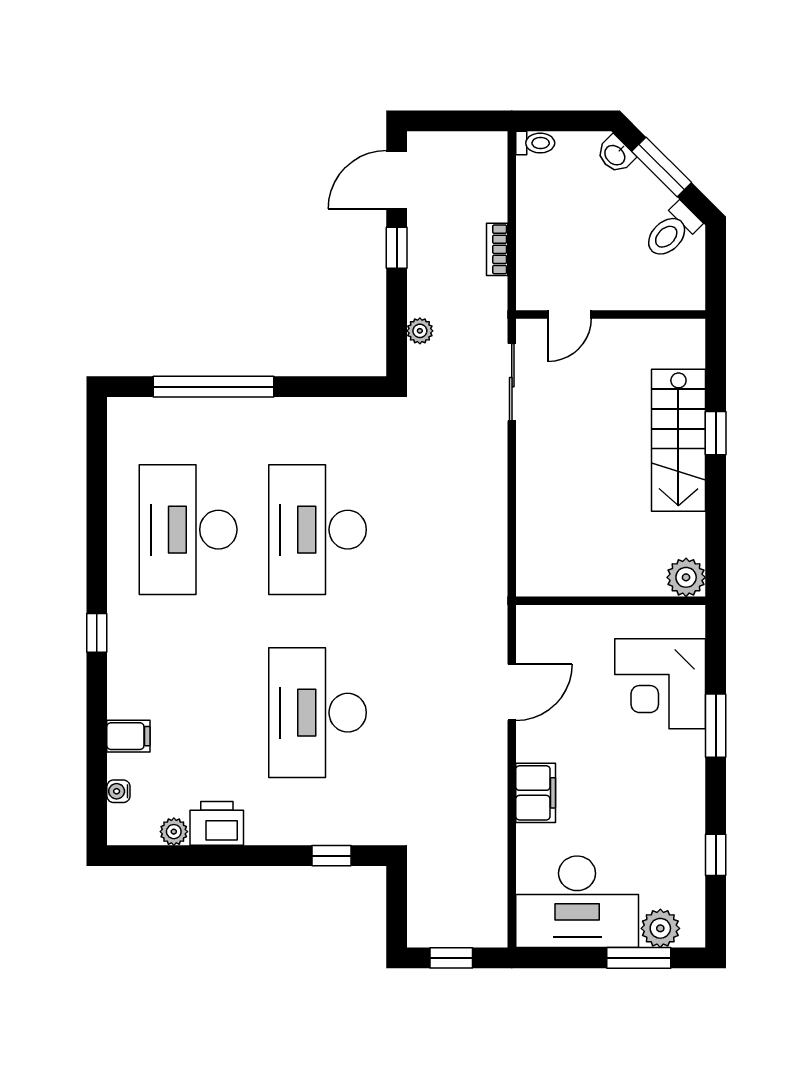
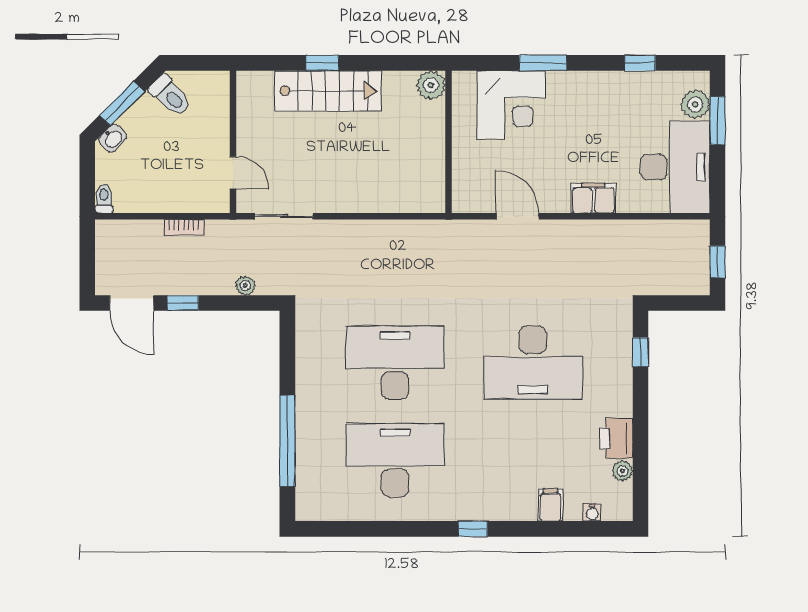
desk: (188, 530) -> (395, 460), turned 180
desk: (317, 530) -> (395, 363), turned 180

